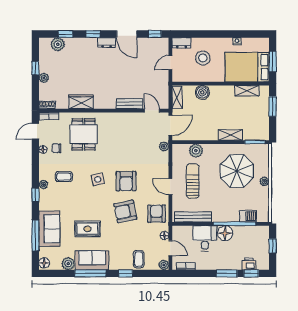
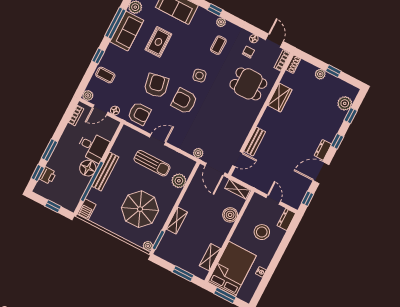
plant: (265, 181) -> (148, 246), moved
barbecue: (248, 216) -> (87, 209), moved
bench: (193, 217) -> (105, 172), moved

